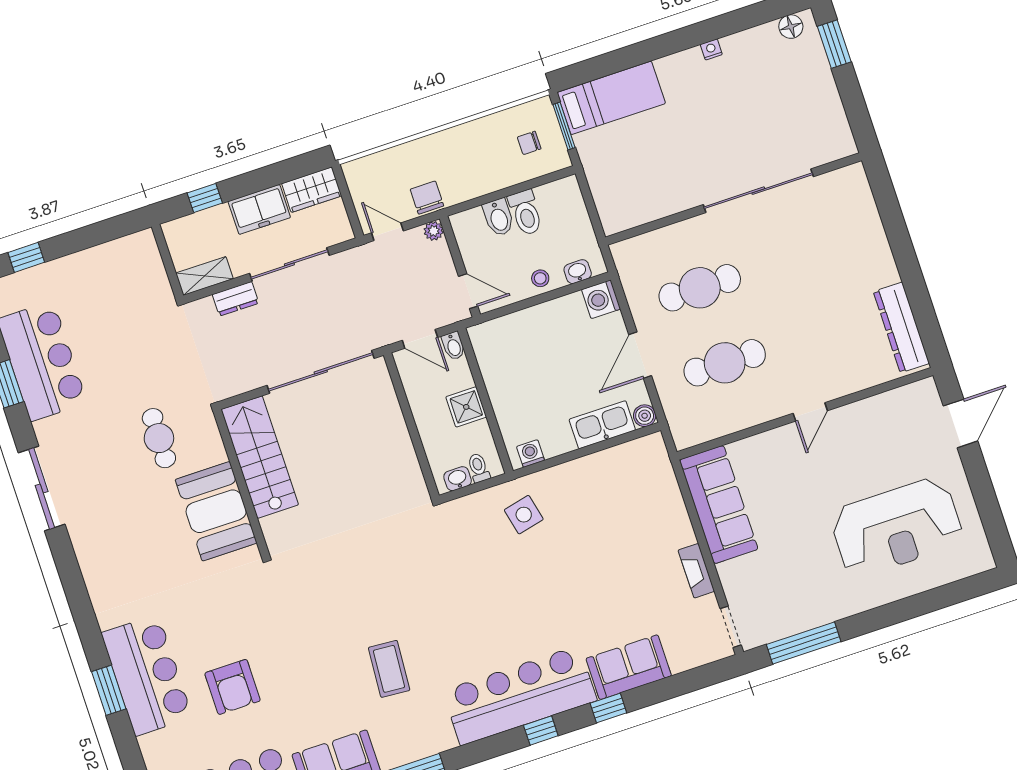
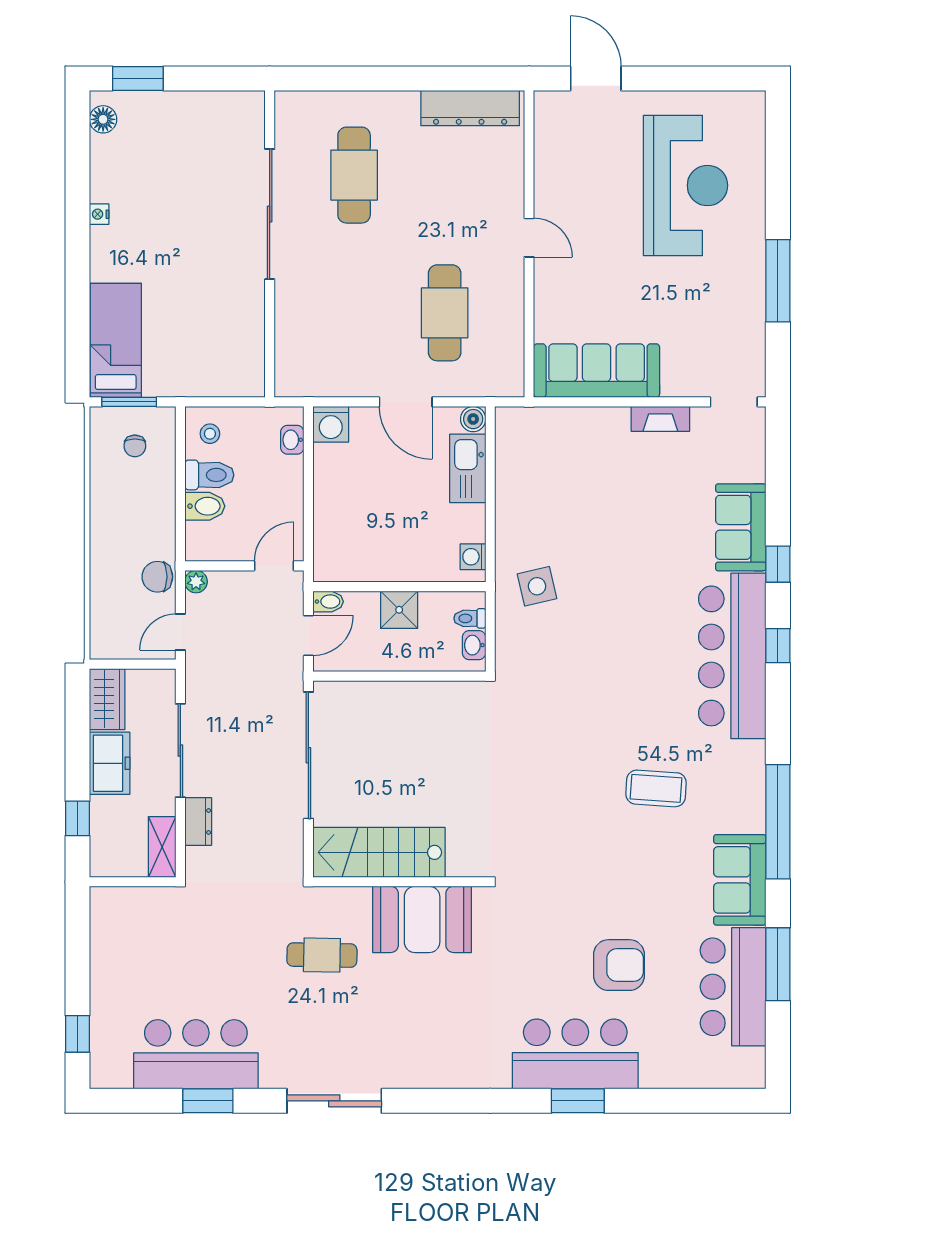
stool: (540, 278) -> (210, 434), moved
cafe table: (700, 288) -> (354, 175), moved
window: (804, 643) -> (778, 281), moved

